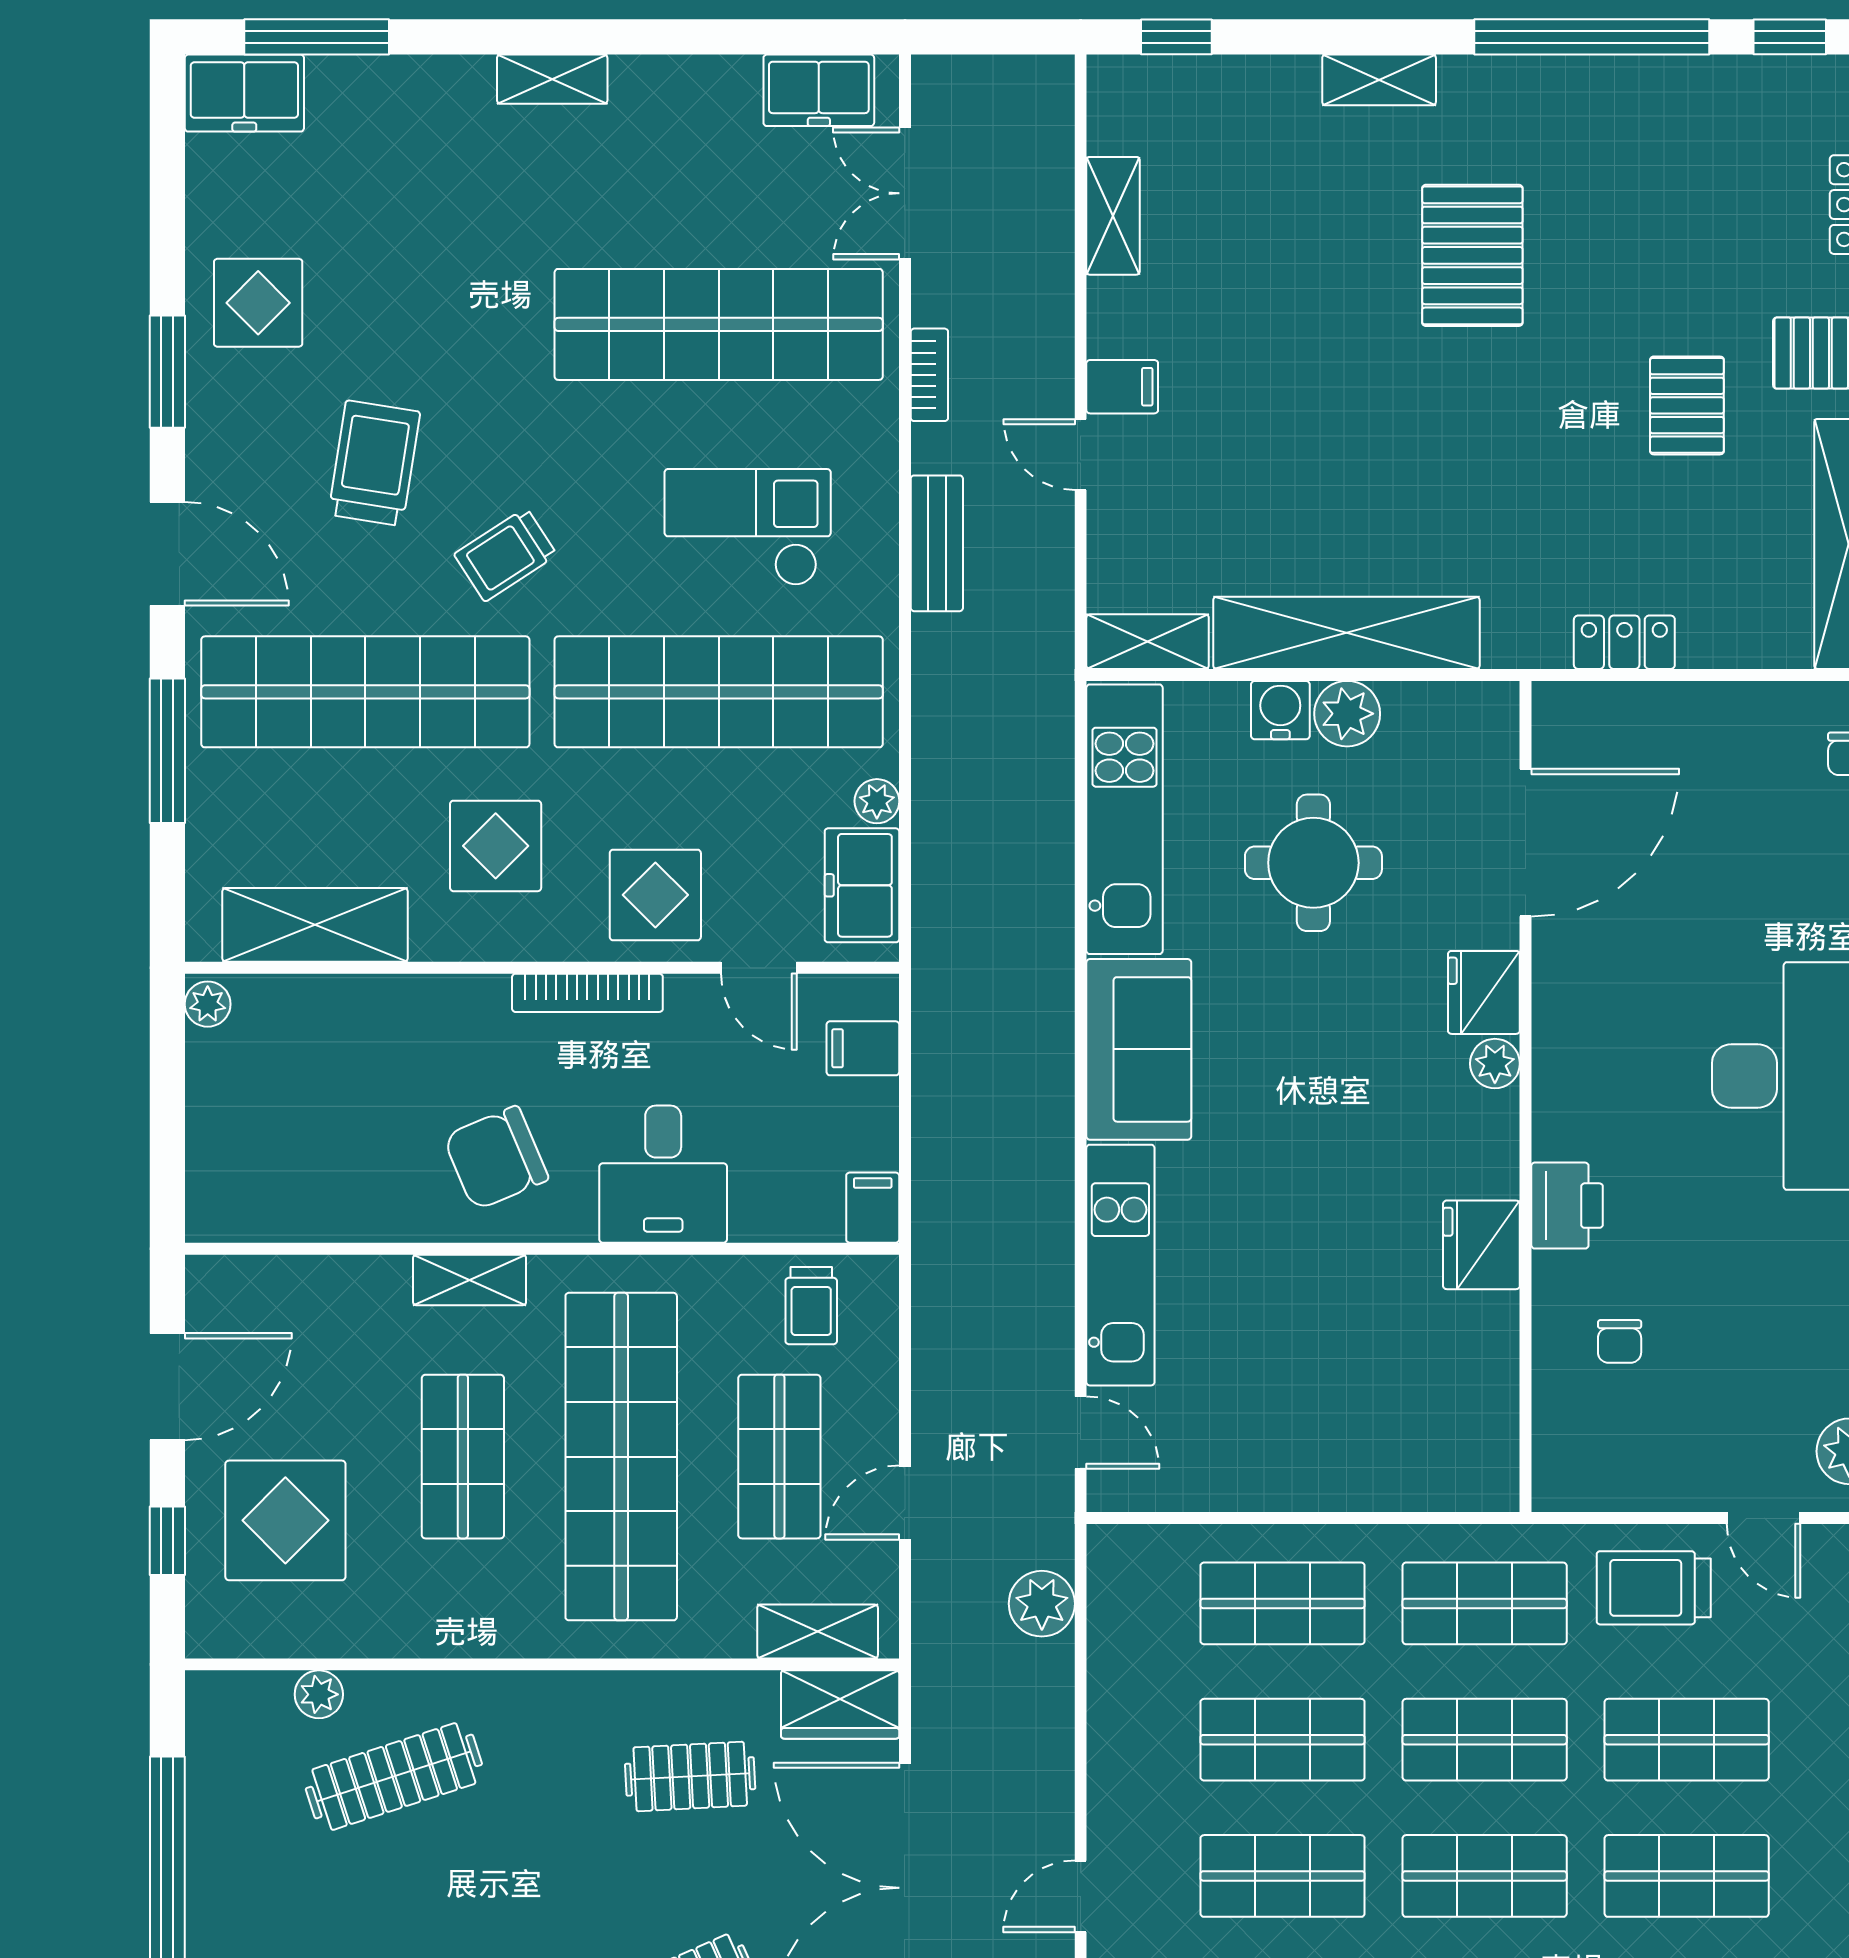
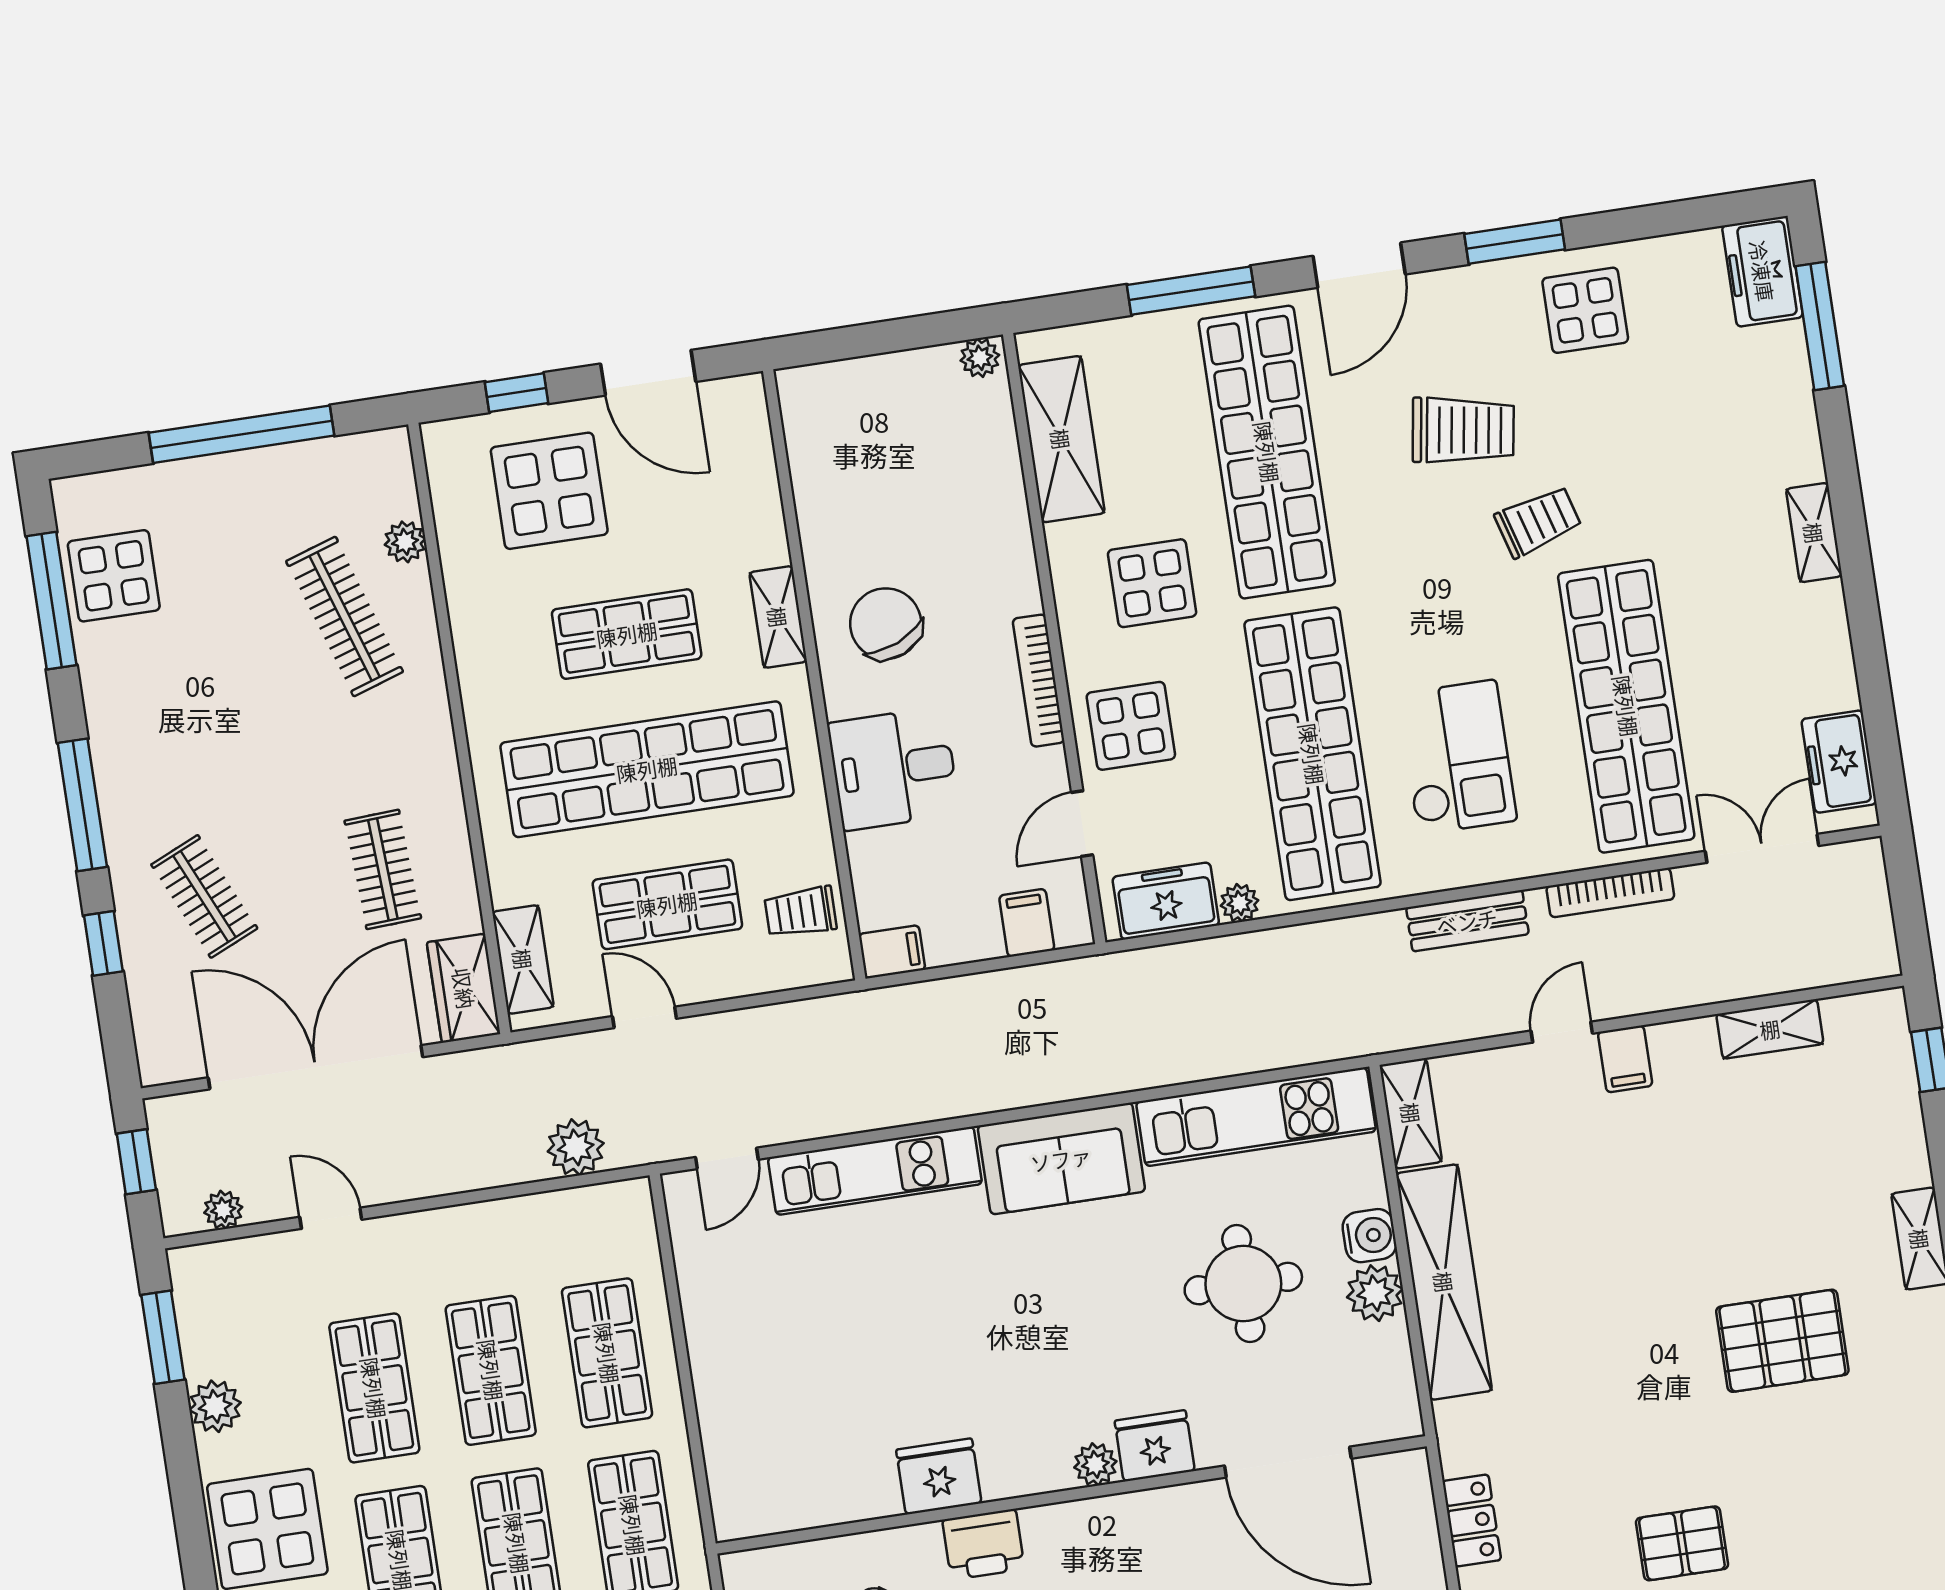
bookcase: (929, 375) -> (1610, 893), width x1.56
trolley: (505, 555) -> (1538, 521), moved, turned 107

